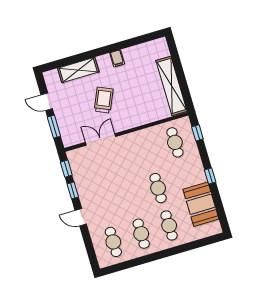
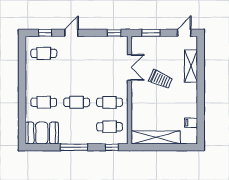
filing cabinet: (117, 58) -> (191, 123), moved
door: (47, 102) -> (184, 33), moved
window: (210, 176) -> (74, 147), width x2.17
window: (73, 190) -> (45, 33), moved
booth: (201, 204) -> (42, 133), moved
cafe table: (141, 234) -> (110, 102), moved

